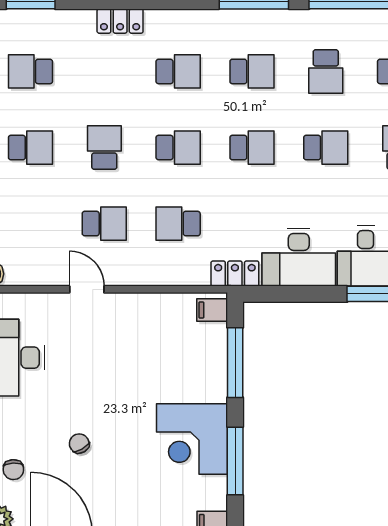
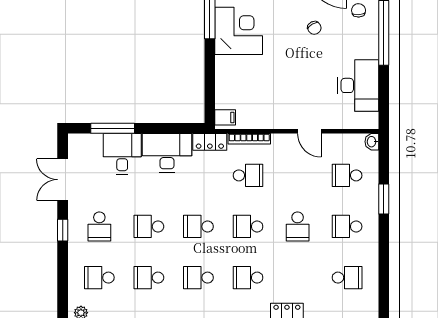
school desk: (326, 71) -> (149, 278), turned -90
school desk: (104, 224) -> (347, 175), moved
bookcase: (176, 278) -> (249, 139), added
window: (235, 363) -> (210, 82), removed

